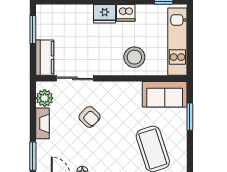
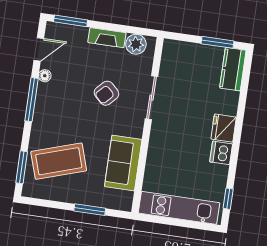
stool: (134, 57) -> (168, 155), removed
kitchen counter: (45, 58) -> (233, 69), moved, turned 90
sliding door: (75, 78) -> (152, 98), moved
sofa: (165, 94) -> (123, 163), moved

